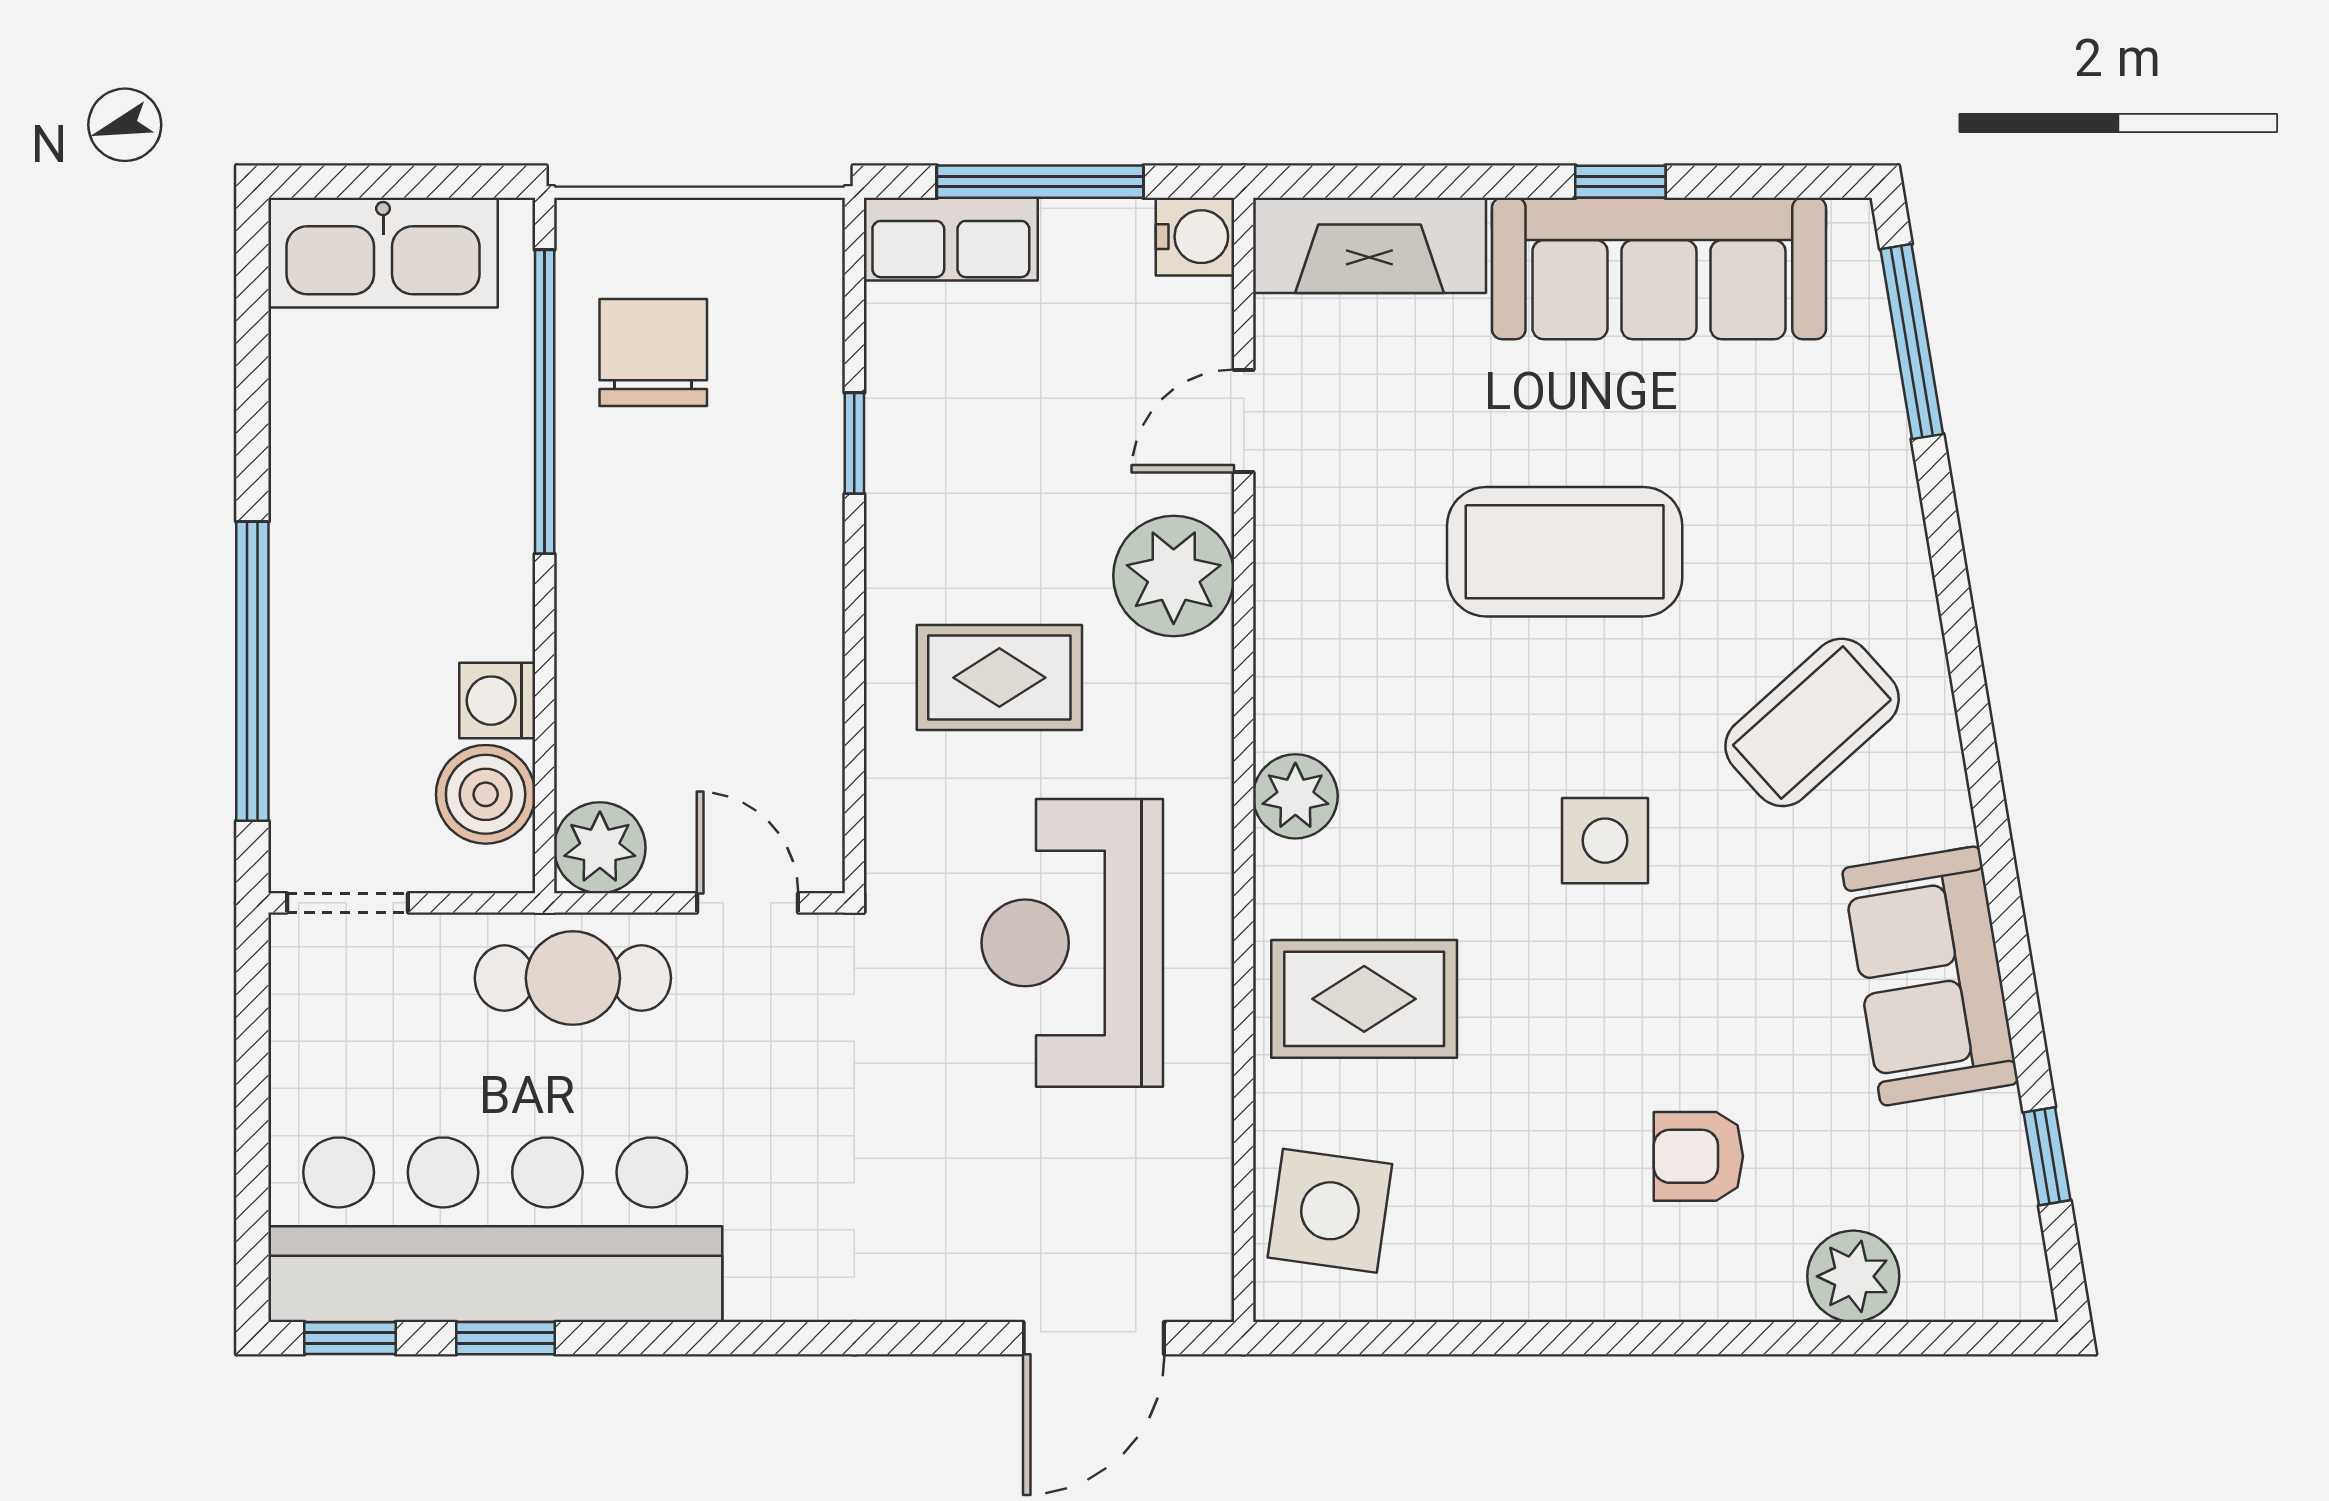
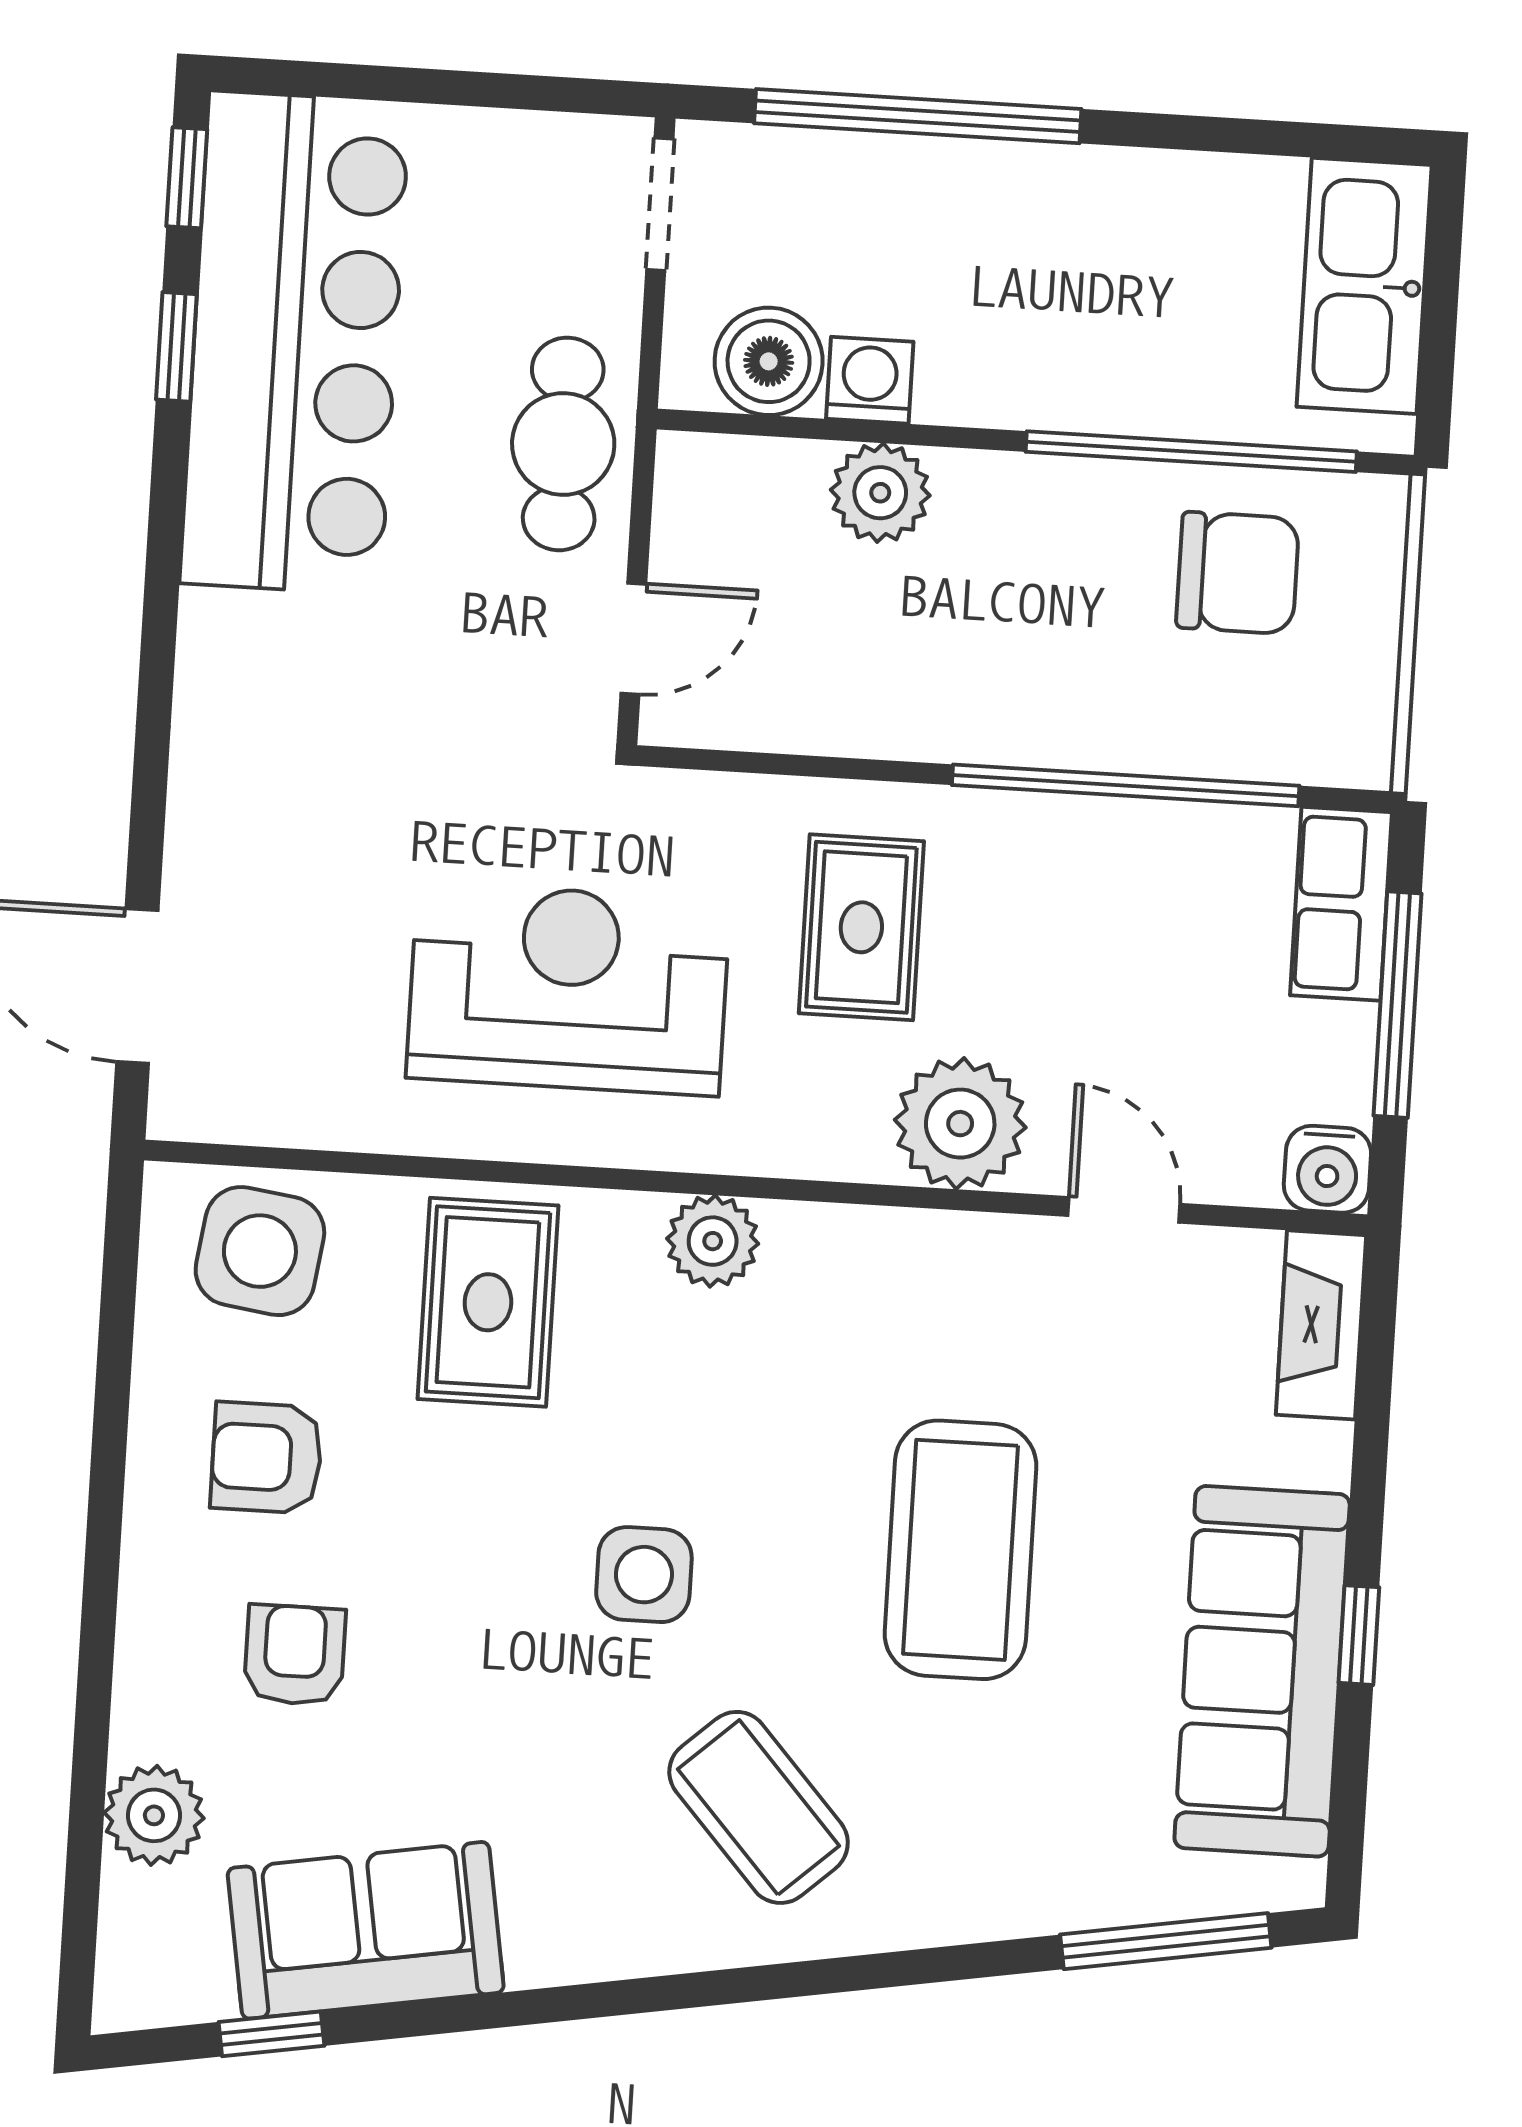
fireplace: (1369, 245) -> (1321, 1325), width x0.73, depth x0.76
window: (854, 443) -> (1126, 785), width x3.17
plant: (600, 848) -> (880, 493), moved
sofa: (1930, 976) -> (366, 1930), moved
armchair: (1519, 1193) -> (267, 1458), added

